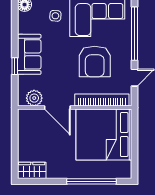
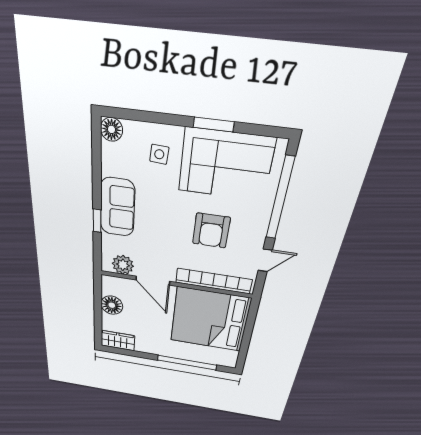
armchair: (95, 61) -> (211, 231), width x0.73, depth x0.73
floor lamp: (26, 136) -> (112, 305), added

